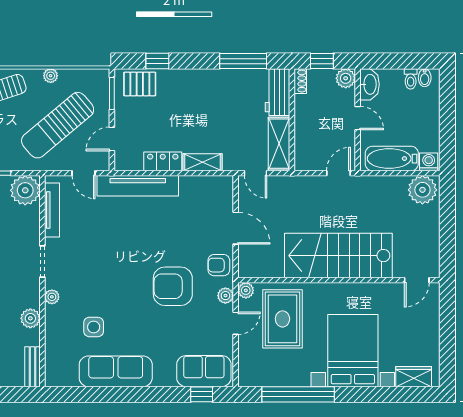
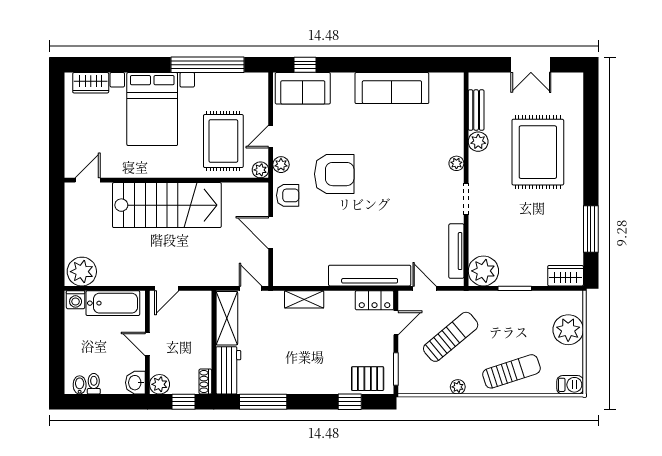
washbasin: (369, 84) -> (135, 383), width x0.72
sun lounger: (58, 125) -> (451, 337), width x0.73, depth x0.75
locker: (163, 161) -> (375, 300), moved
side table: (94, 327) -> (414, 133), removed
bench: (32, 367) -> (476, 110), moved

